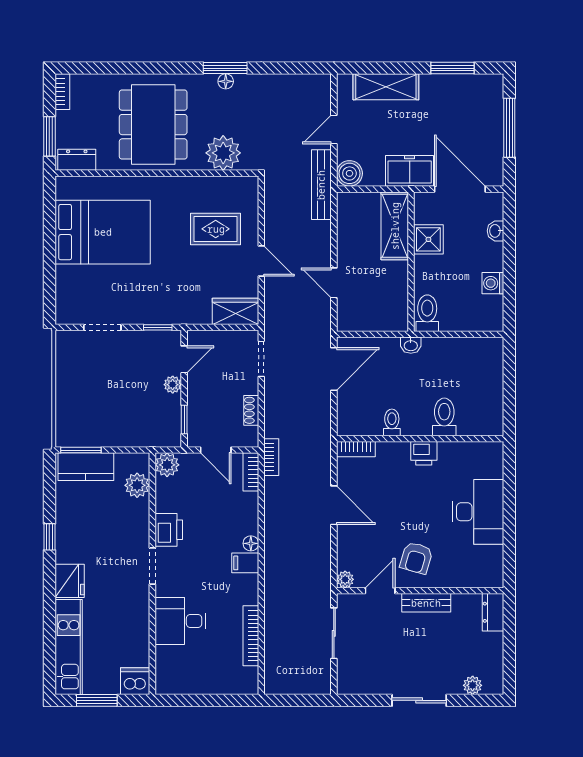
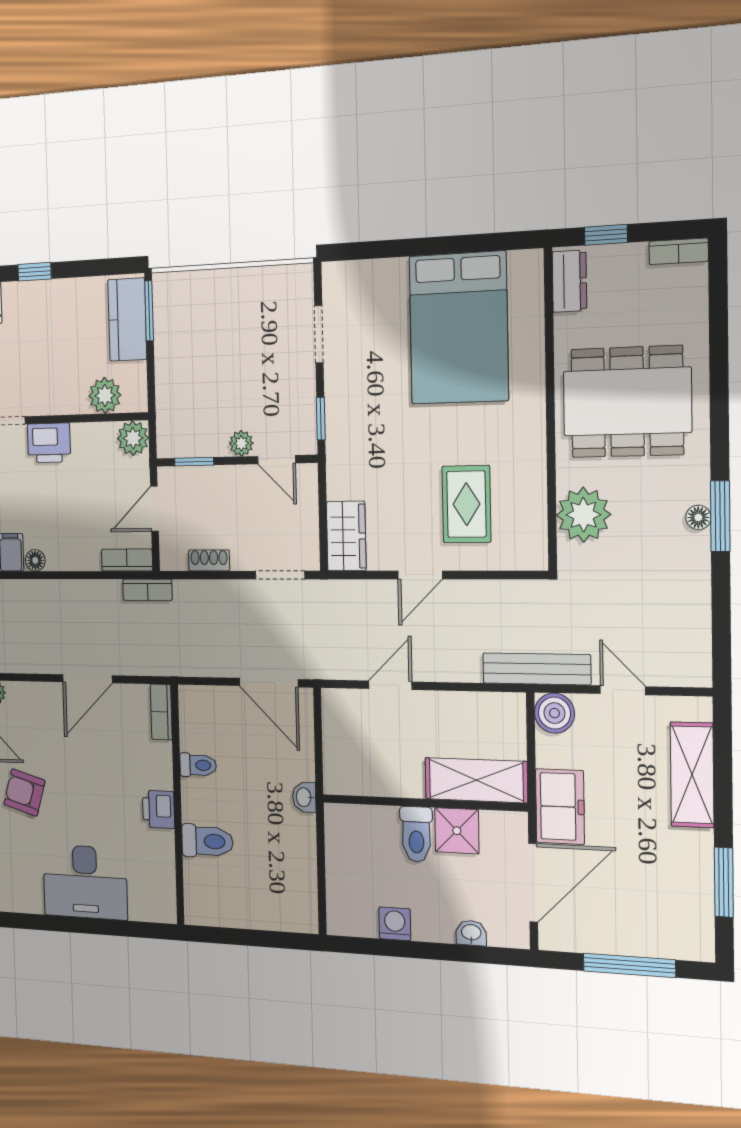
window: (49, 136) -> (606, 235), width x0.67
toilet: (427, 313) -> (416, 834), moved, turned 90

